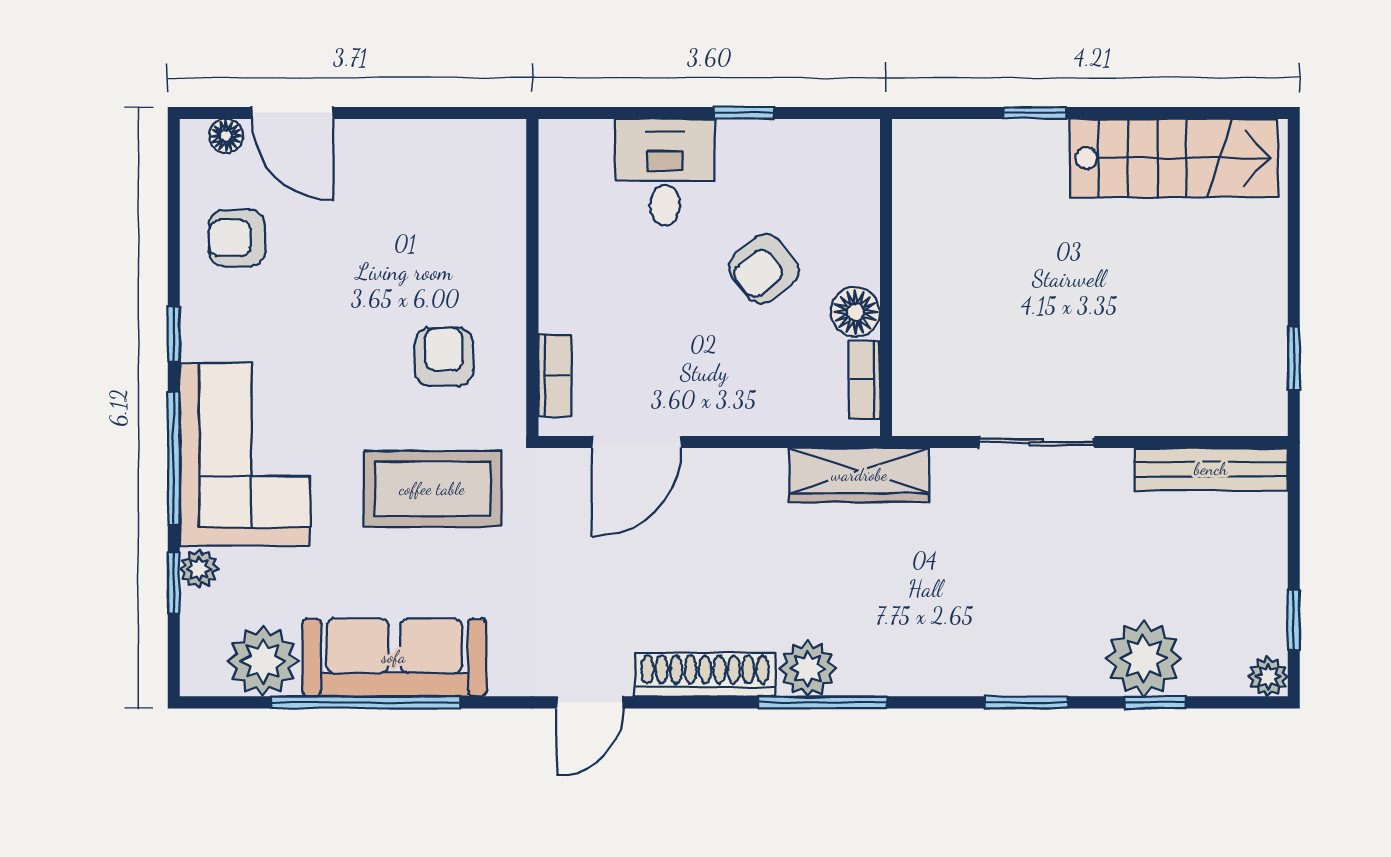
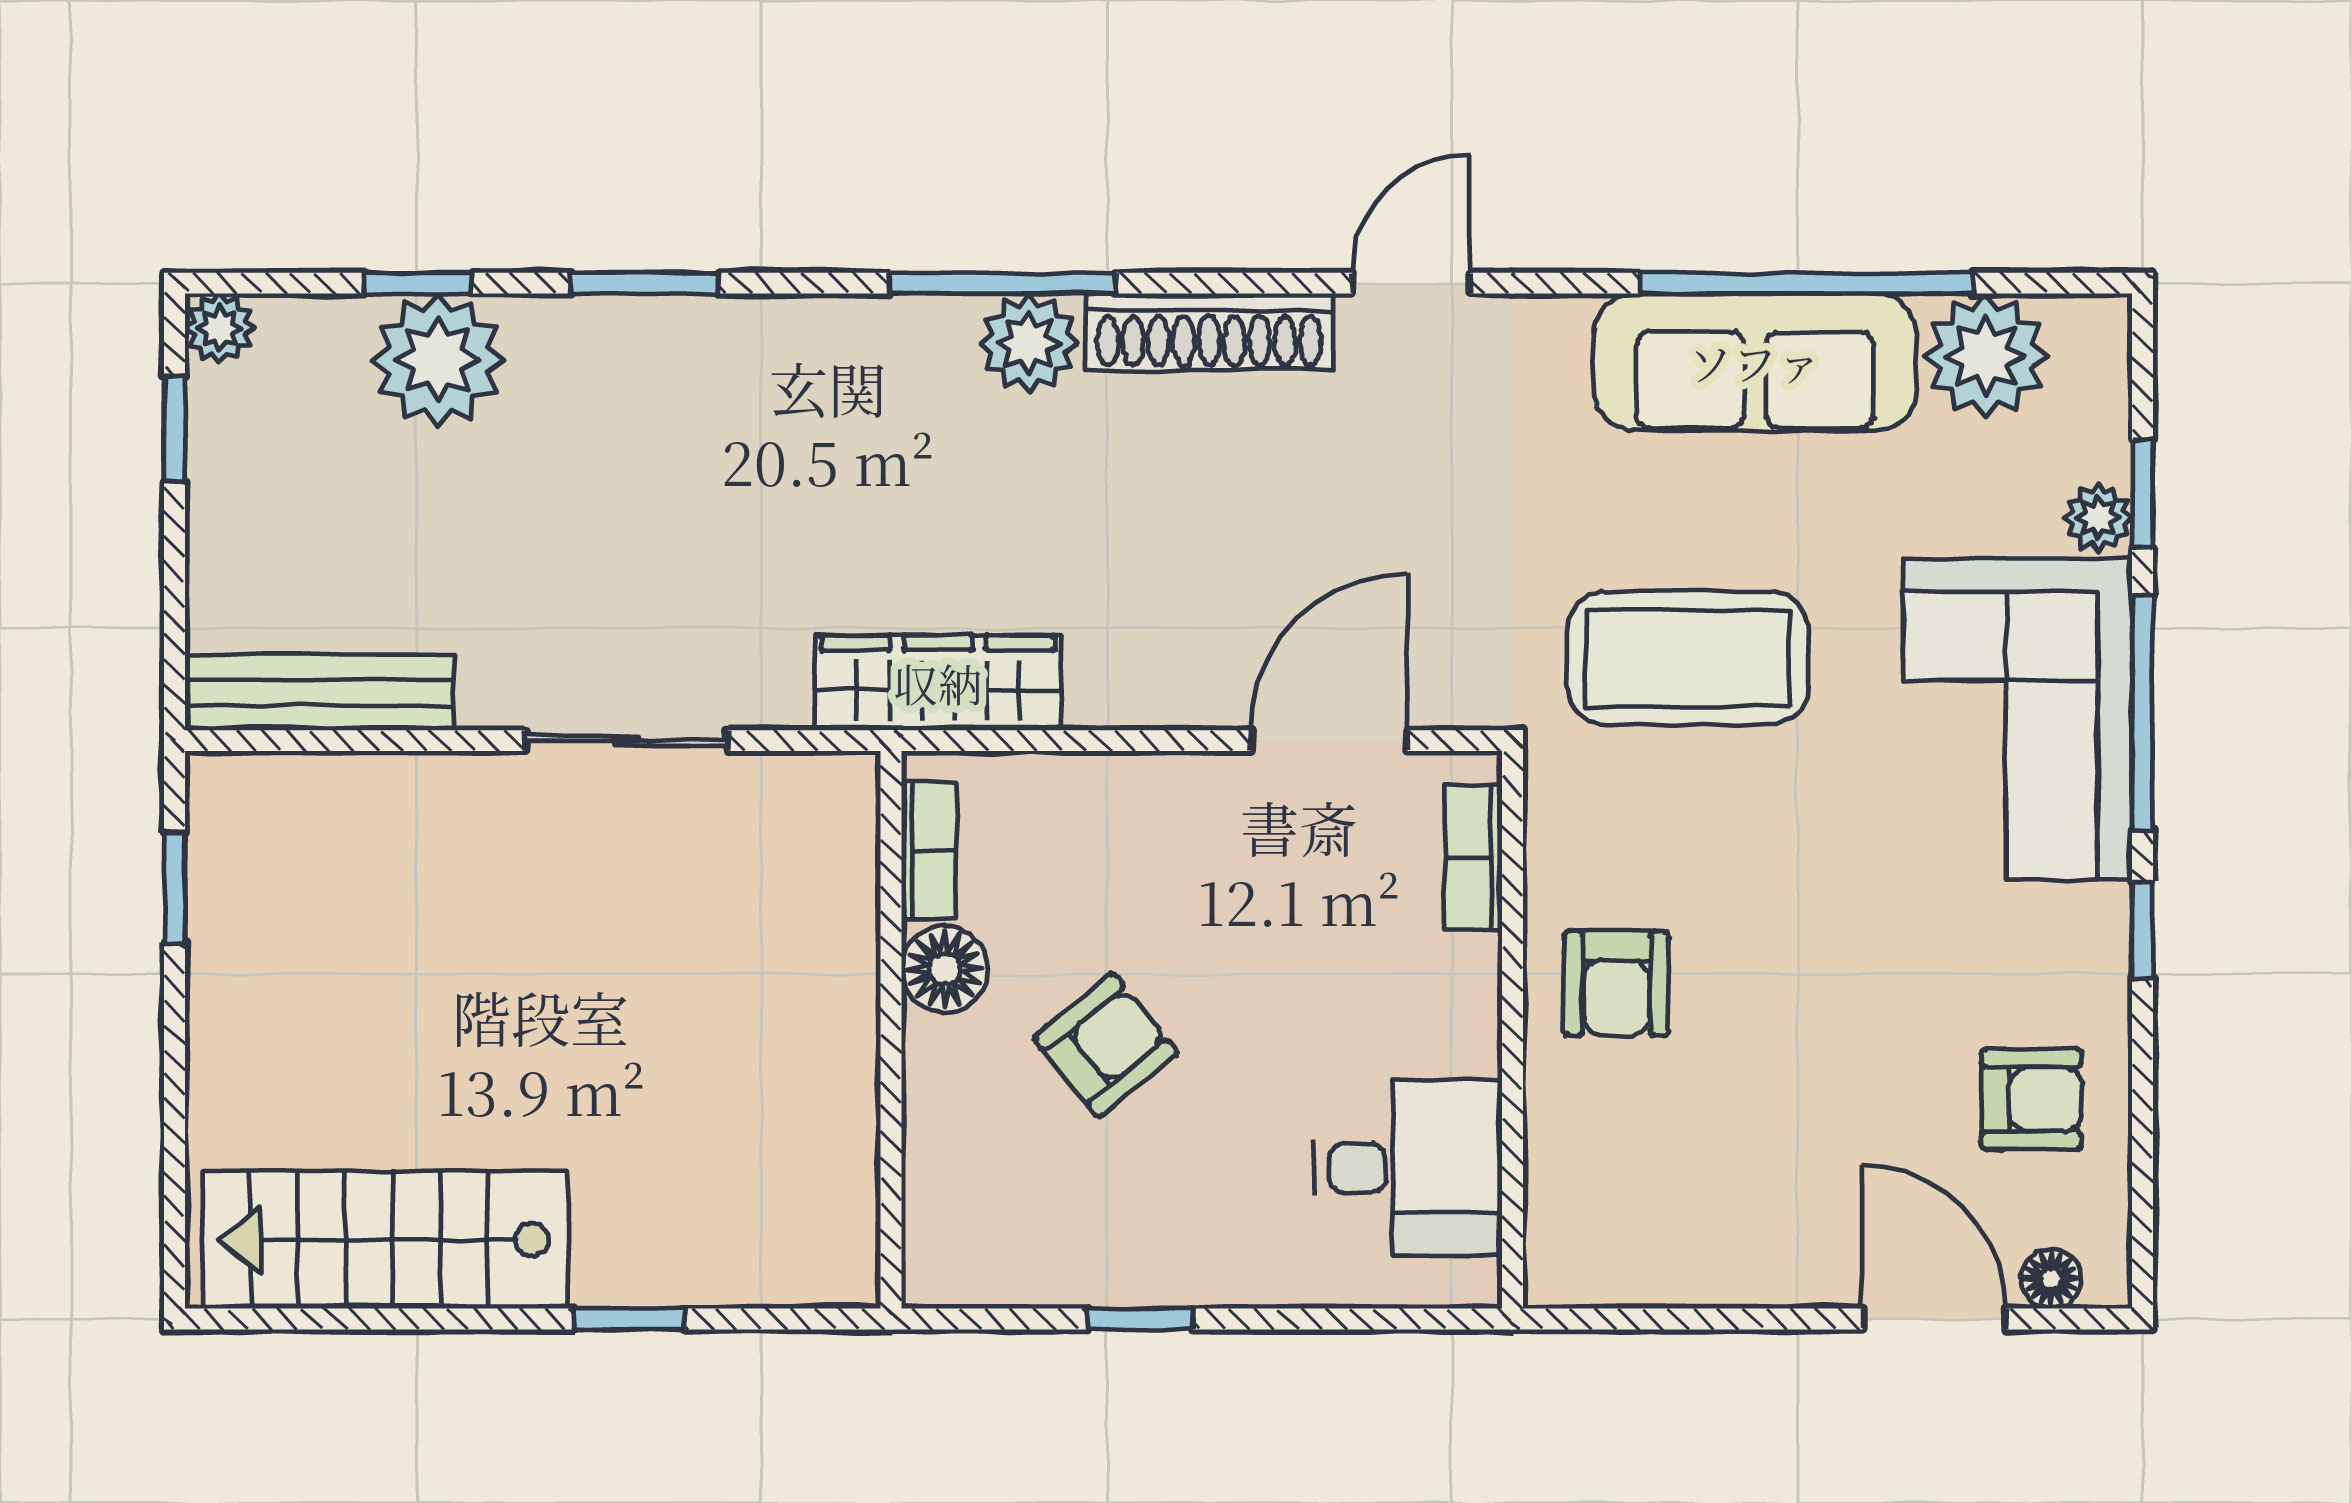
desk: (665, 172) -> (1408, 1168), moved, turned -90
armchair: (444, 357) -> (1616, 983), moved

